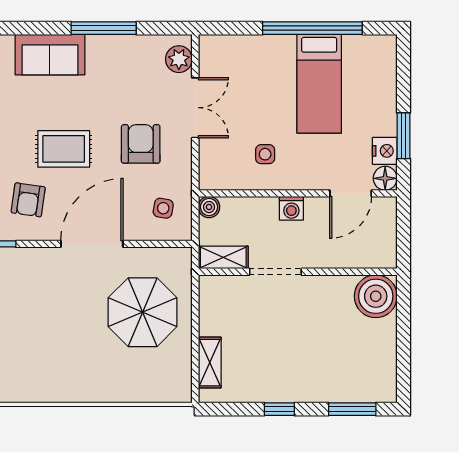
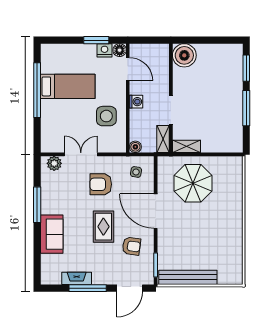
side table: (265, 154) -> (106, 116), width x1.87, depth x1.87
shelving: (210, 363) -> (186, 146), moved
window: (279, 409) -> (246, 108), width x2.17

